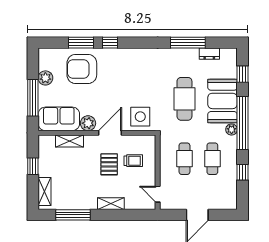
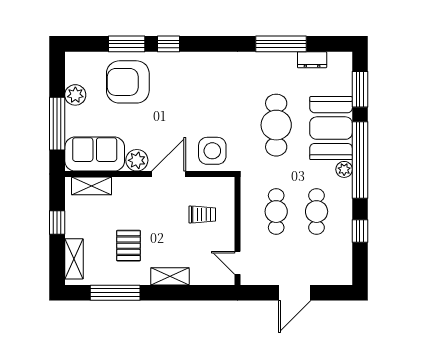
window: (243, 74) -> (360, 89), width x1.50
shelving: (70, 141) -> (92, 186), moved
pallet: (109, 164) -> (128, 246), moved

